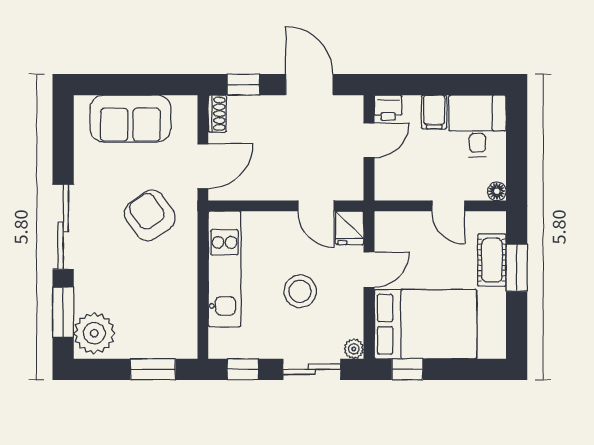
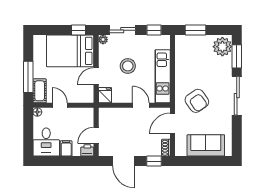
door: (316, 206) -> (141, 105), moved
cot: (492, 260) -> (40, 91), moved
window: (517, 268) -> (28, 77), width x1.44

